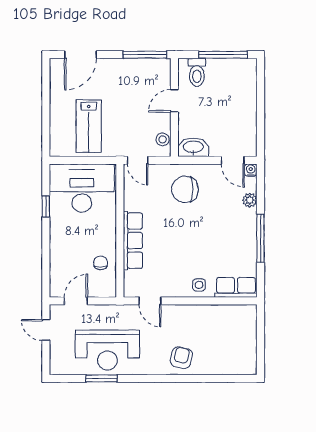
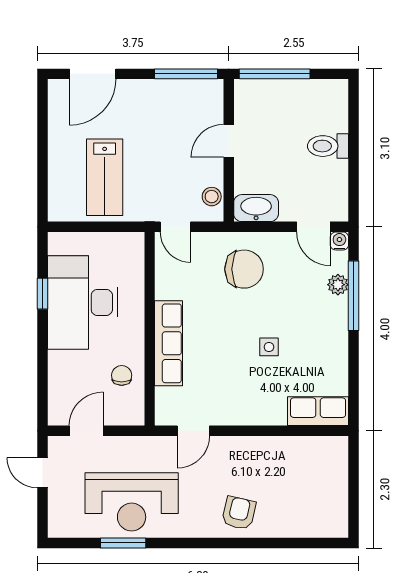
window: (223, 55) -> (275, 74), moved
toilet: (197, 72) -> (328, 146), moved, turned 90
desk: (82, 188) -> (83, 302), moved, turned -90
chair: (185, 189) -> (244, 269), turned 180
window: (260, 238) -> (354, 296), moved
side table: (199, 285) -> (269, 347), moved
door: (150, 301) -> (193, 431), hinge flipped

